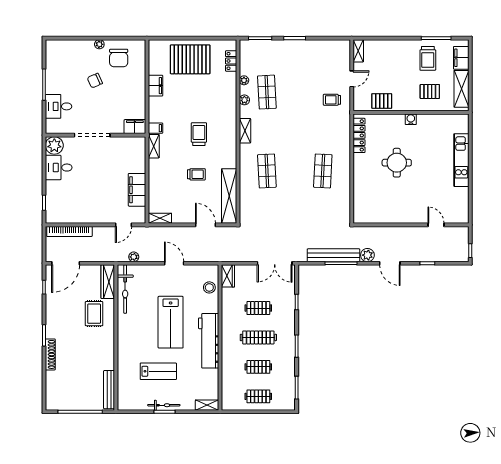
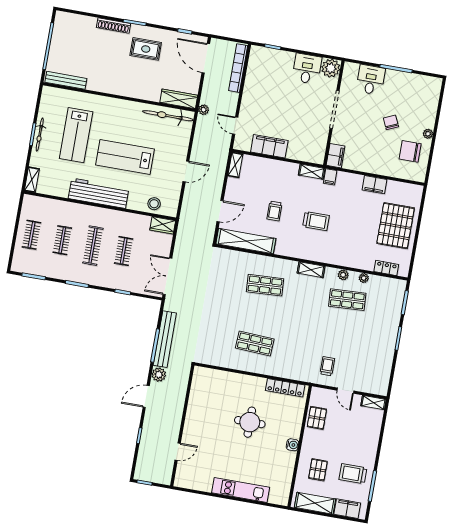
plant: (134, 257) -> (204, 110), moved
rug: (94, 314) -> (146, 49), moved
lab bench: (158, 371) -> (76, 135), width x1.36, depth x1.39

